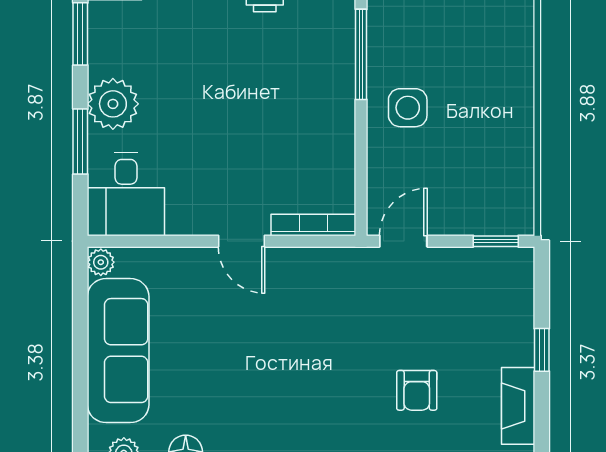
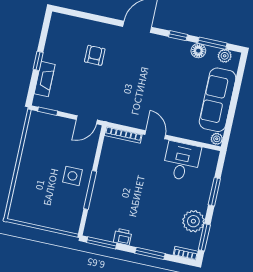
window: (361, 54) -> (90, 190), moved
plant: (113, 104) -> (193, 221), moved
desk: (126, 194) -> (182, 161), moved
fireplace: (518, 406) -> (45, 79), moved

